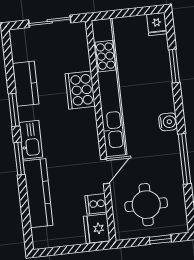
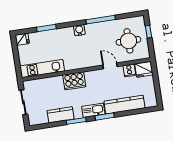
kitchen unit: (109, 87) -> (42, 69), width x0.54
cooker: (80, 90) -> (74, 81), moved

